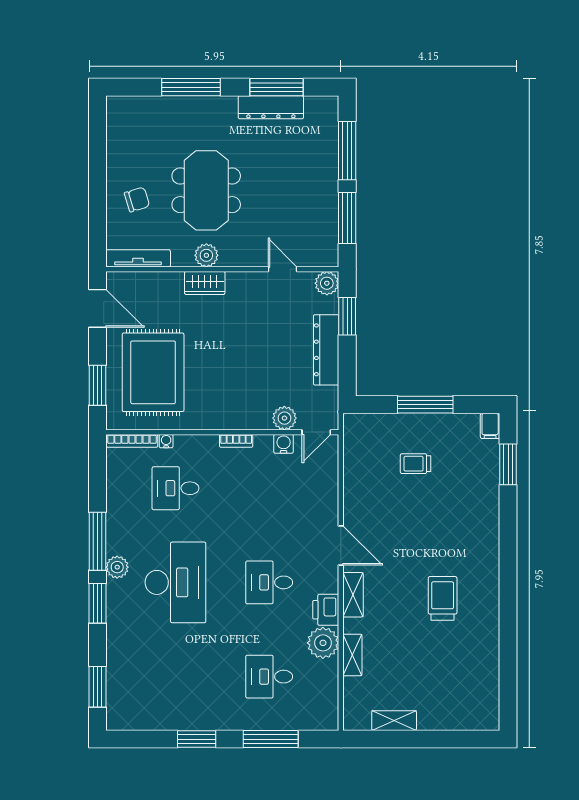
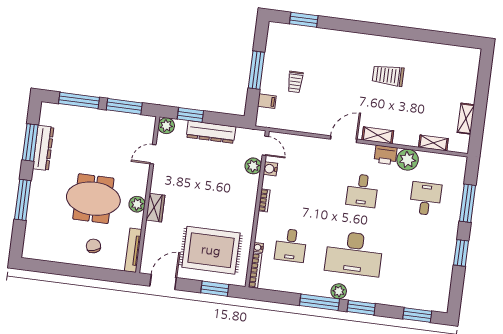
filing cabinet: (490, 426) -> (267, 101), moved
desk: (175, 582) -> (354, 253), turned 180
shelving: (352, 655) -> (433, 143), moved
desk: (269, 677) -> (425, 199), turned 180

